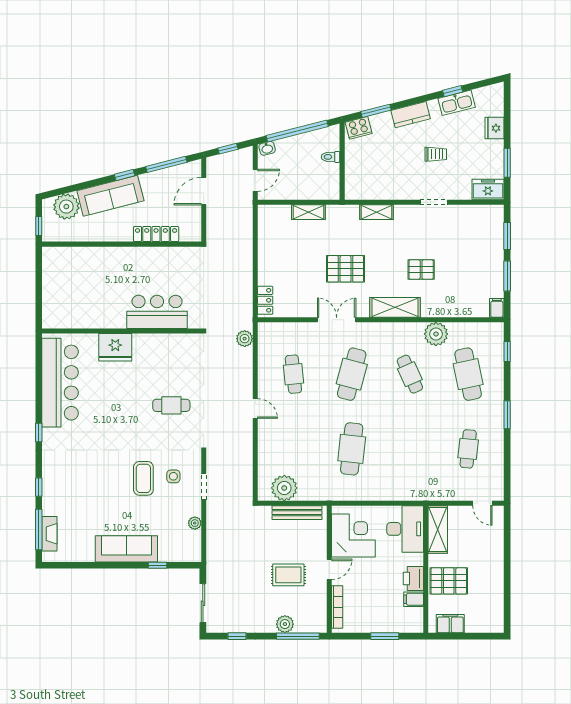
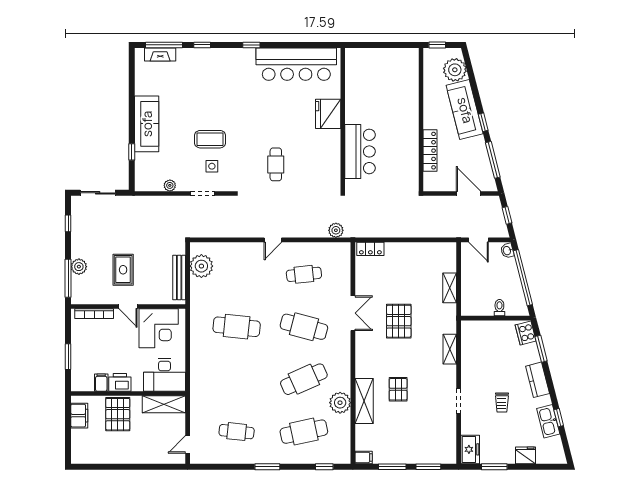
shelving: (395, 307) -> (364, 401), moved
cafe table: (410, 374) -> (304, 379), width x1.37, depth x1.35

